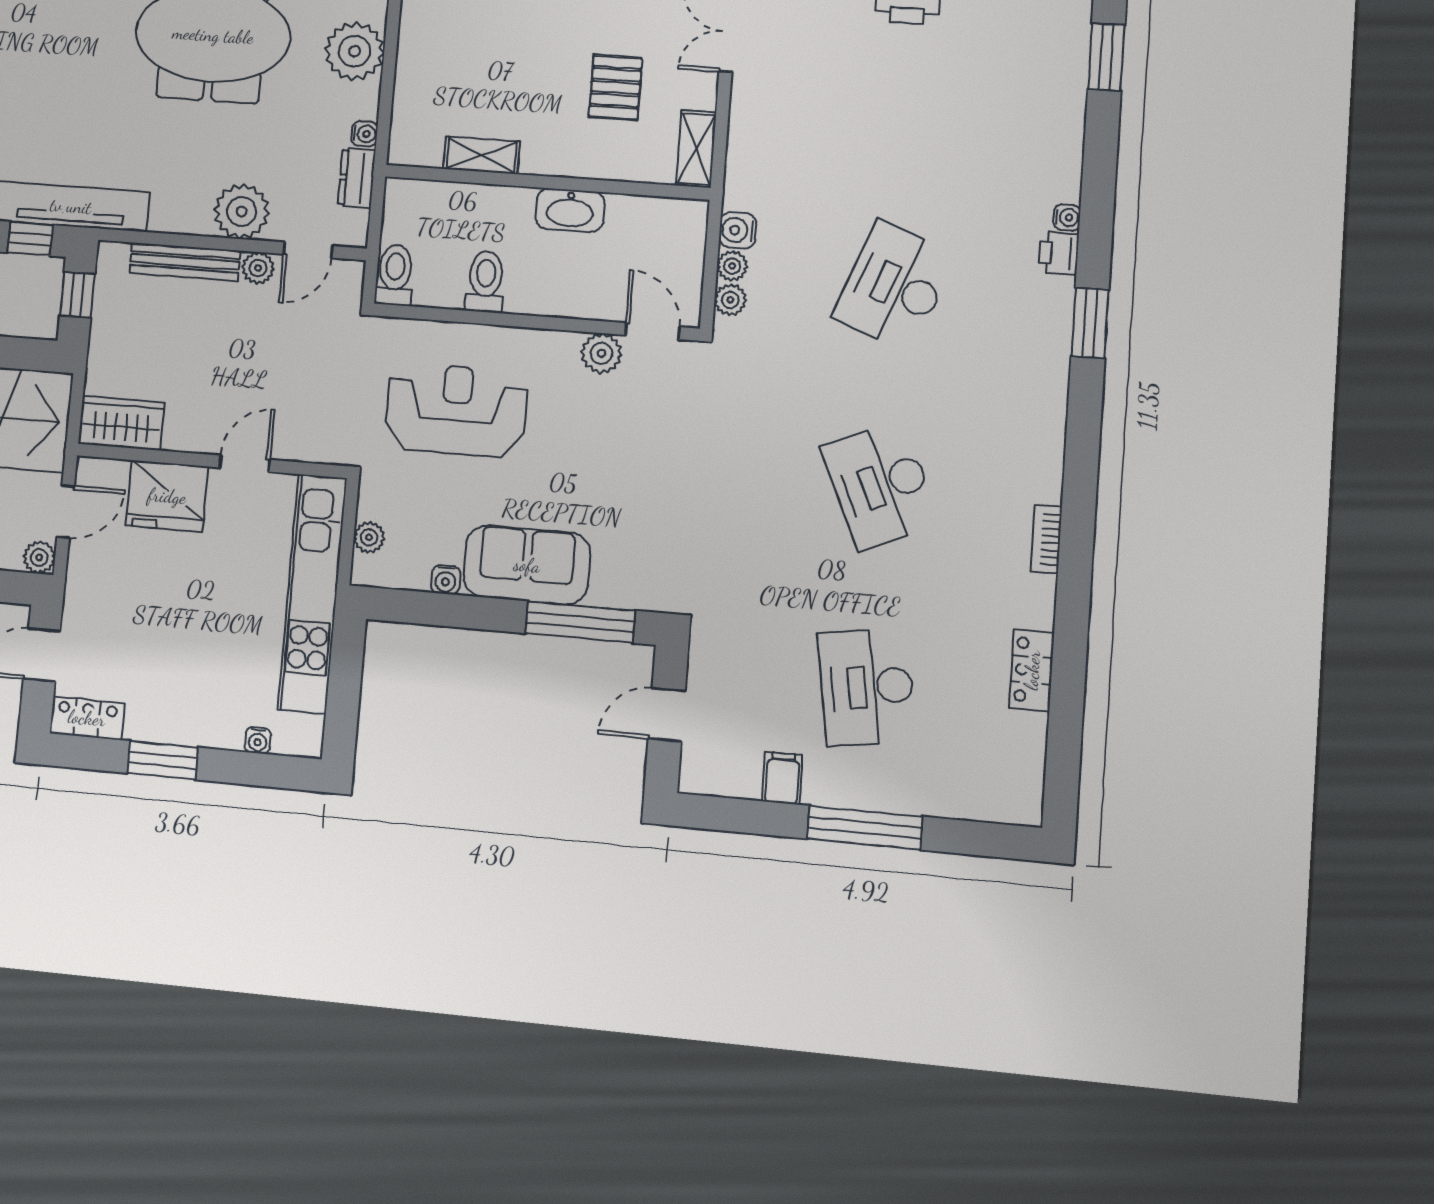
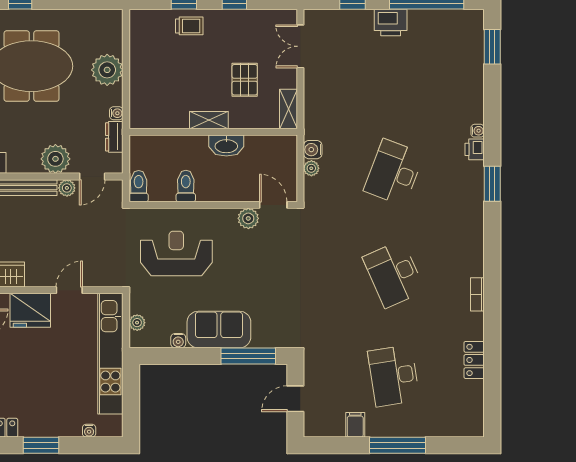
shelving: (482, 155) -> (209, 120), moved
plant: (730, 300) -> (312, 186), removed

